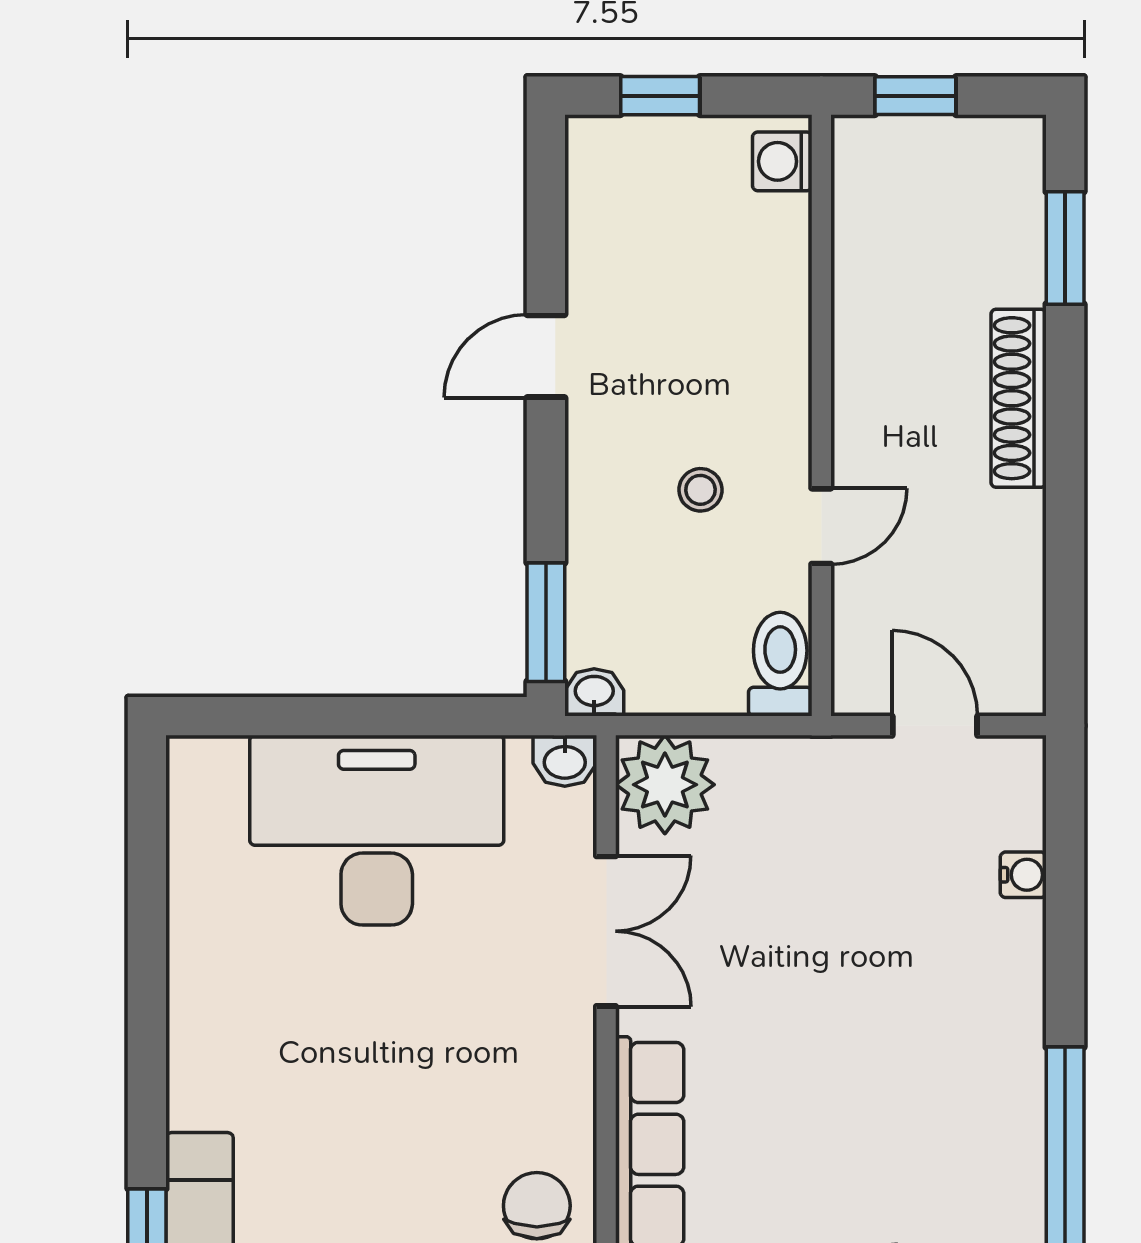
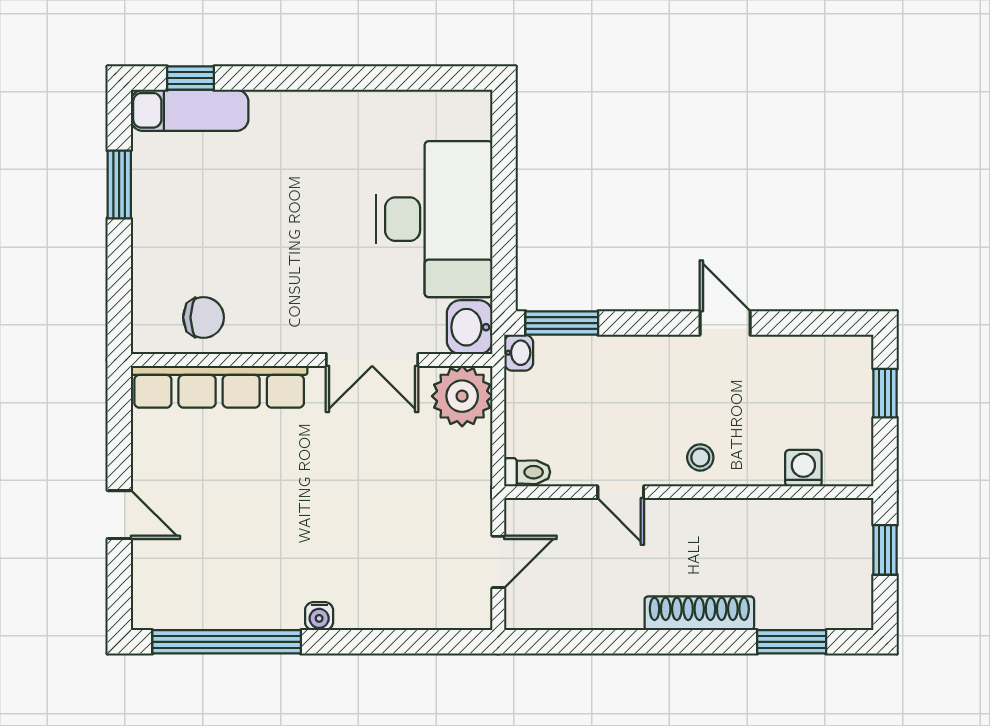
washing machine: (782, 161) -> (803, 468), moved
stool: (701, 490) -> (700, 457), moved
toilet: (780, 664) -> (527, 472), width x0.73, depth x0.72
washbasin: (565, 761) -> (470, 327), width x1.38, depth x1.45
water cooler: (1023, 875) -> (319, 616), moved

